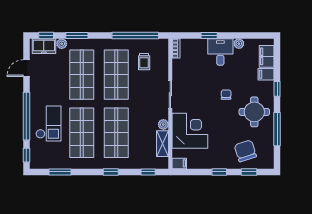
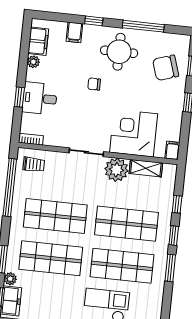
desk: (220, 52) -> (40, 98), moved
filing cabinet: (267, 56) -> (38, 41), moved, turned -90
trolley: (144, 62) -> (34, 164), moved
plant: (163, 124) -> (116, 170), width x1.88, depth x1.88
window: (60, 172) -> (170, 268), moved
window: (148, 172) -> (177, 204), moved

